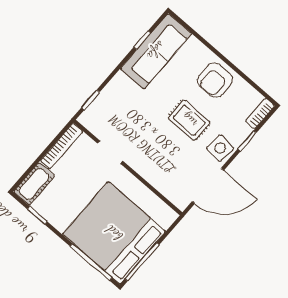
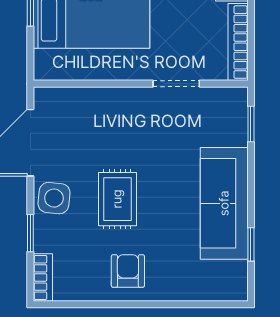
sofa: (156, 51) -> (224, 203), moved
armchair: (215, 80) -> (128, 271), width x0.72, depth x0.72
rug: (189, 120) -> (117, 199), turned 90

